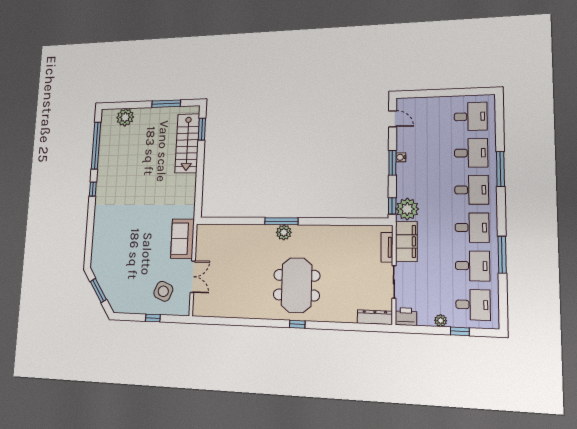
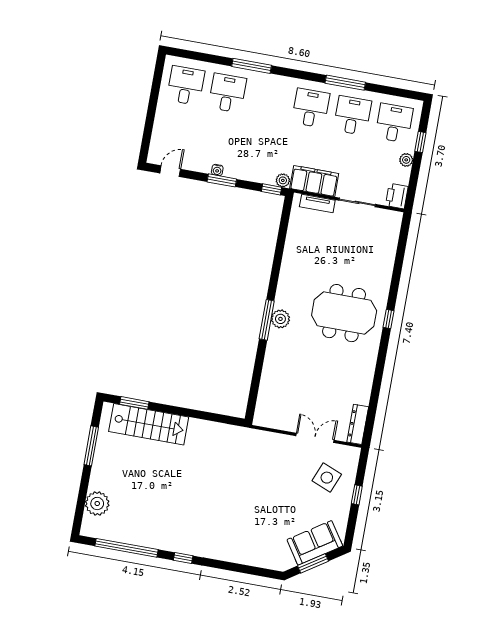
desk: (472, 190) -> (269, 101), removed
plant: (407, 209) -> (283, 180), width x0.53, depth x0.53
sofa: (182, 239) -> (315, 543), moved, turned 146
dresser: (375, 317) -> (358, 424), moved

